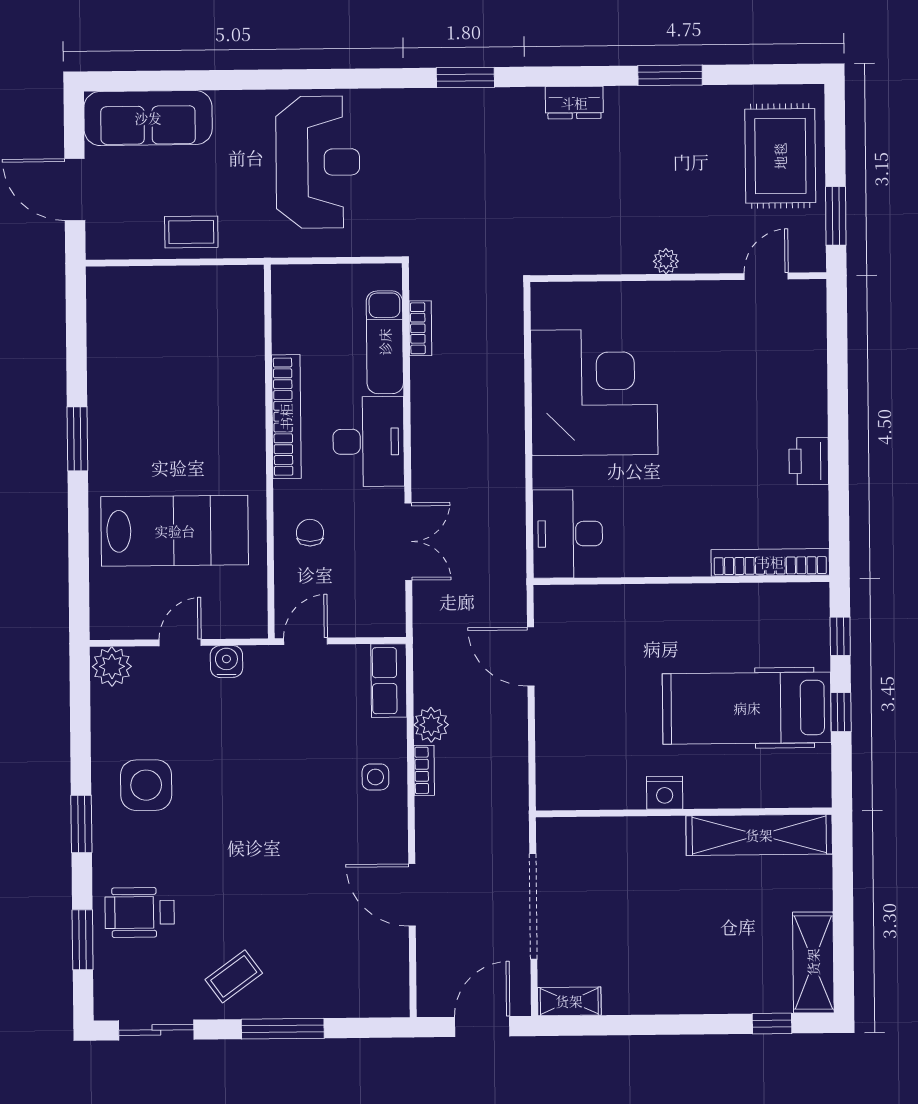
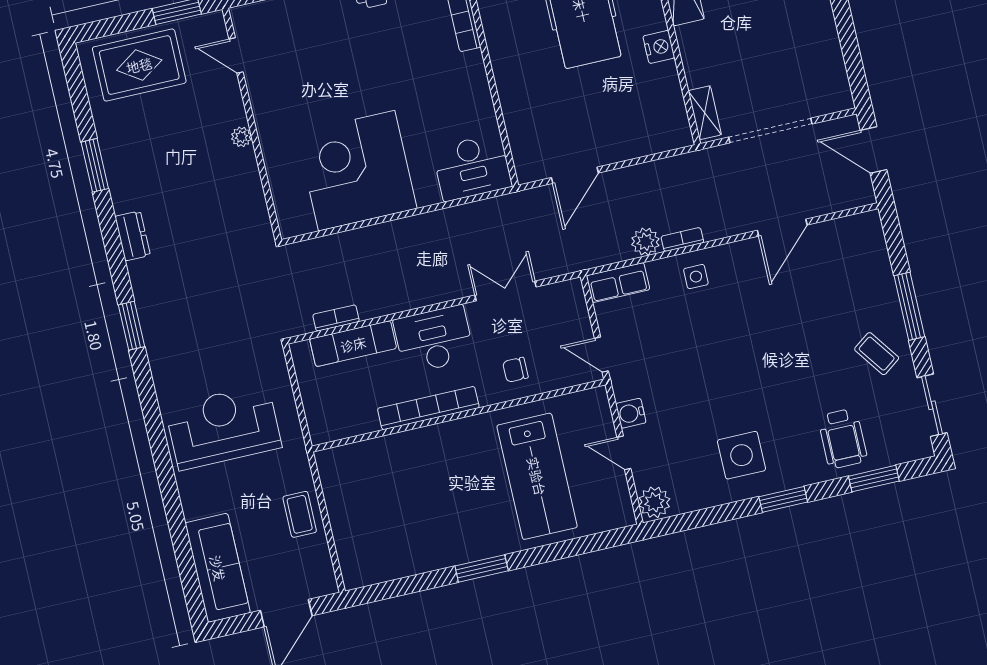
lab bench: (175, 531) -> (537, 476), turned 180
shelving: (569, 1001) -> (705, 113), moved

